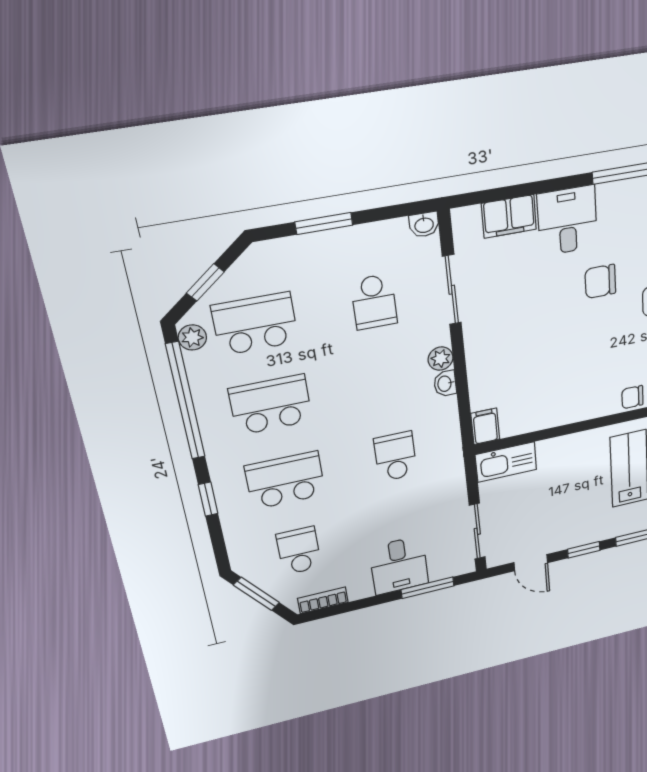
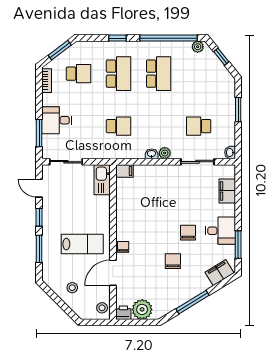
desk: (567, 221) -> (220, 231), moved
school desk: (255, 324) -> (199, 74), removed
door: (531, 563) -> (39, 188), hinge flipped

